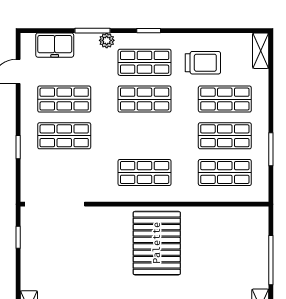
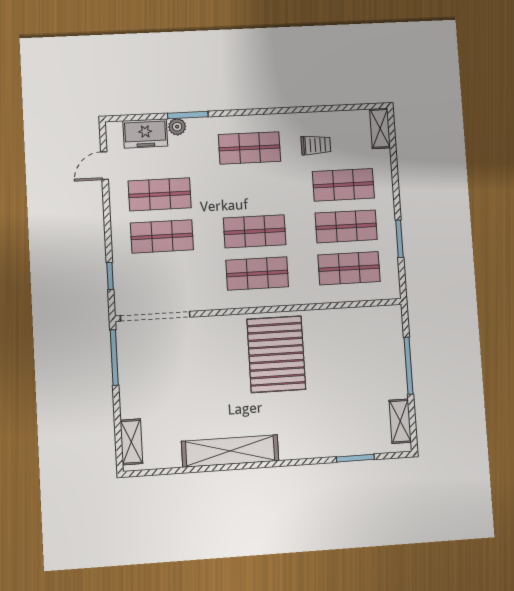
window: (149, 31) -> (252, 112), removed
plant: (107, 40) -> (177, 127), moved
trolley: (203, 63) -> (316, 145), width x0.73, depth x0.72
shop shelf: (145, 99) -> (255, 231), moved
window: (18, 147) -> (110, 276), moved
window: (18, 237) -> (114, 358), width x2.17

